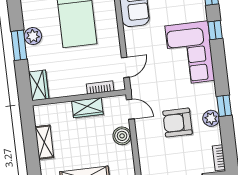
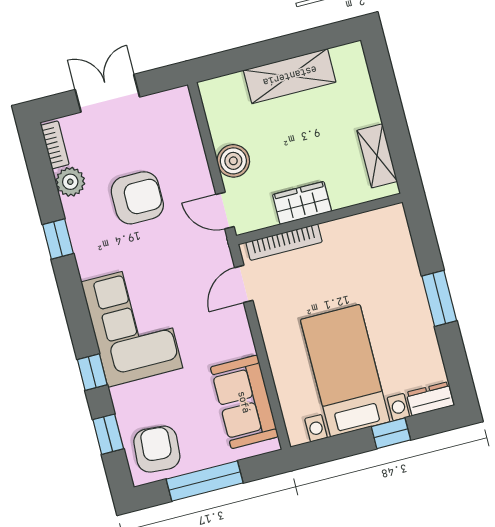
plant: (33, 36) -> (417, 318), removed
wardrobe: (39, 85) -> (394, 231), removed
bookcase: (100, 87) -> (284, 242), width x1.56
plant: (211, 118) -> (70, 182), moved
shelving: (44, 142) -> (377, 156), moved

